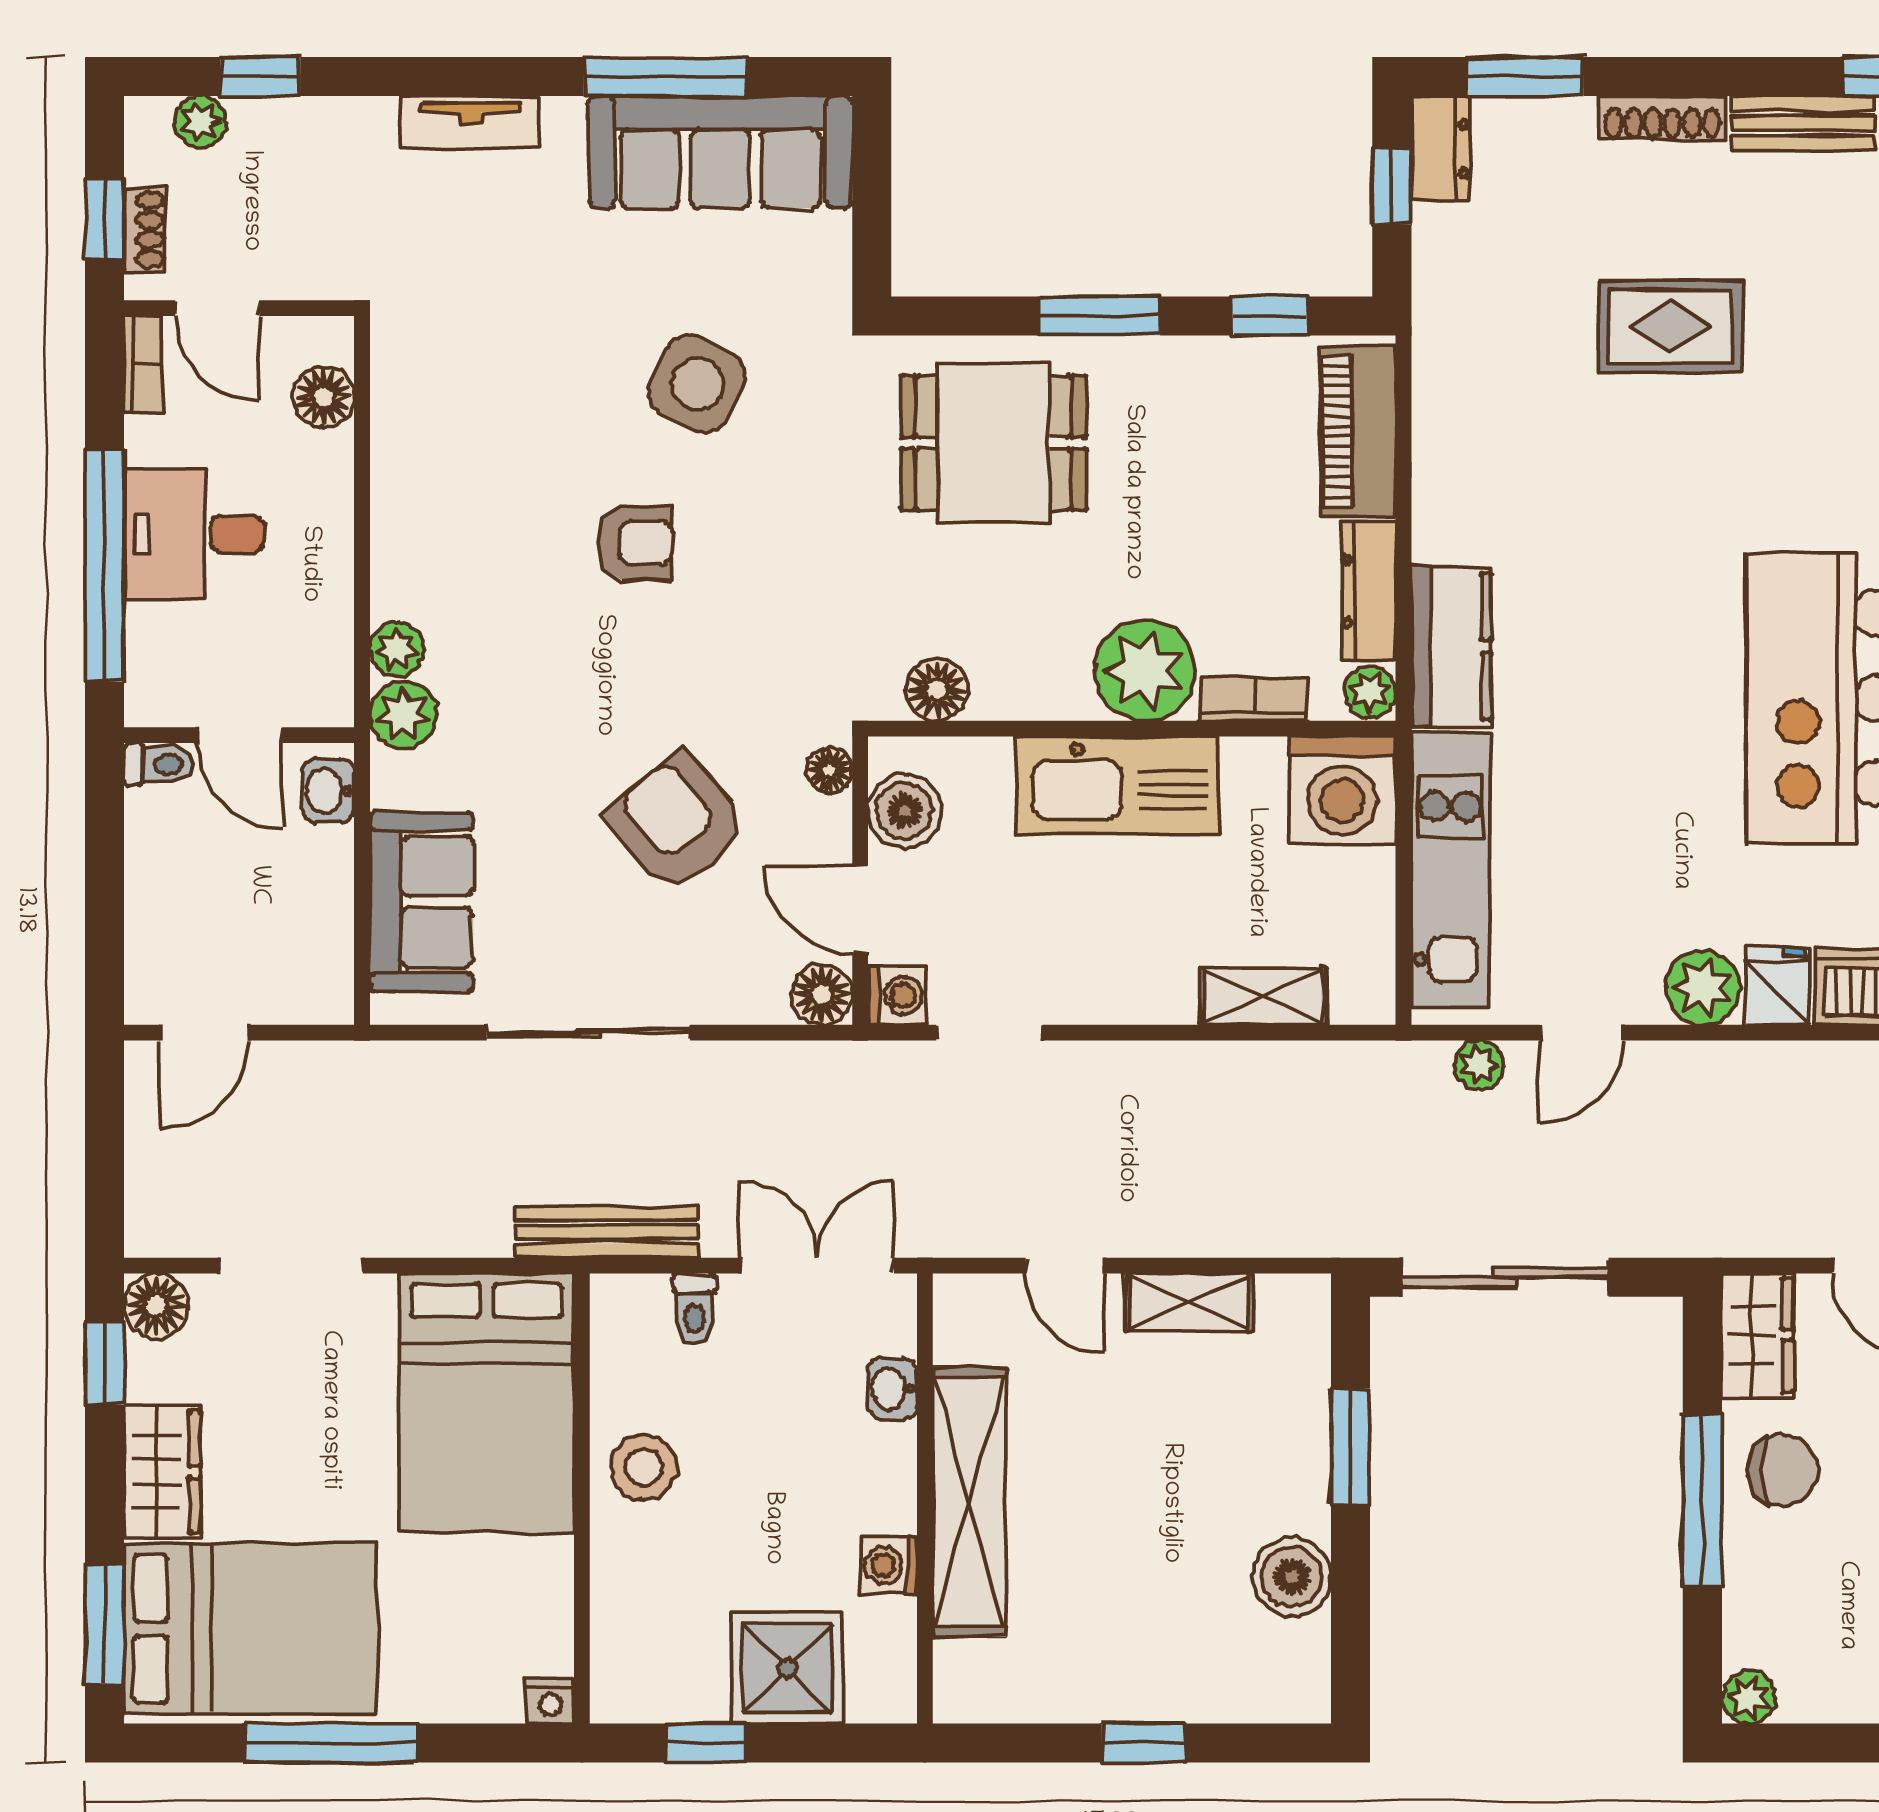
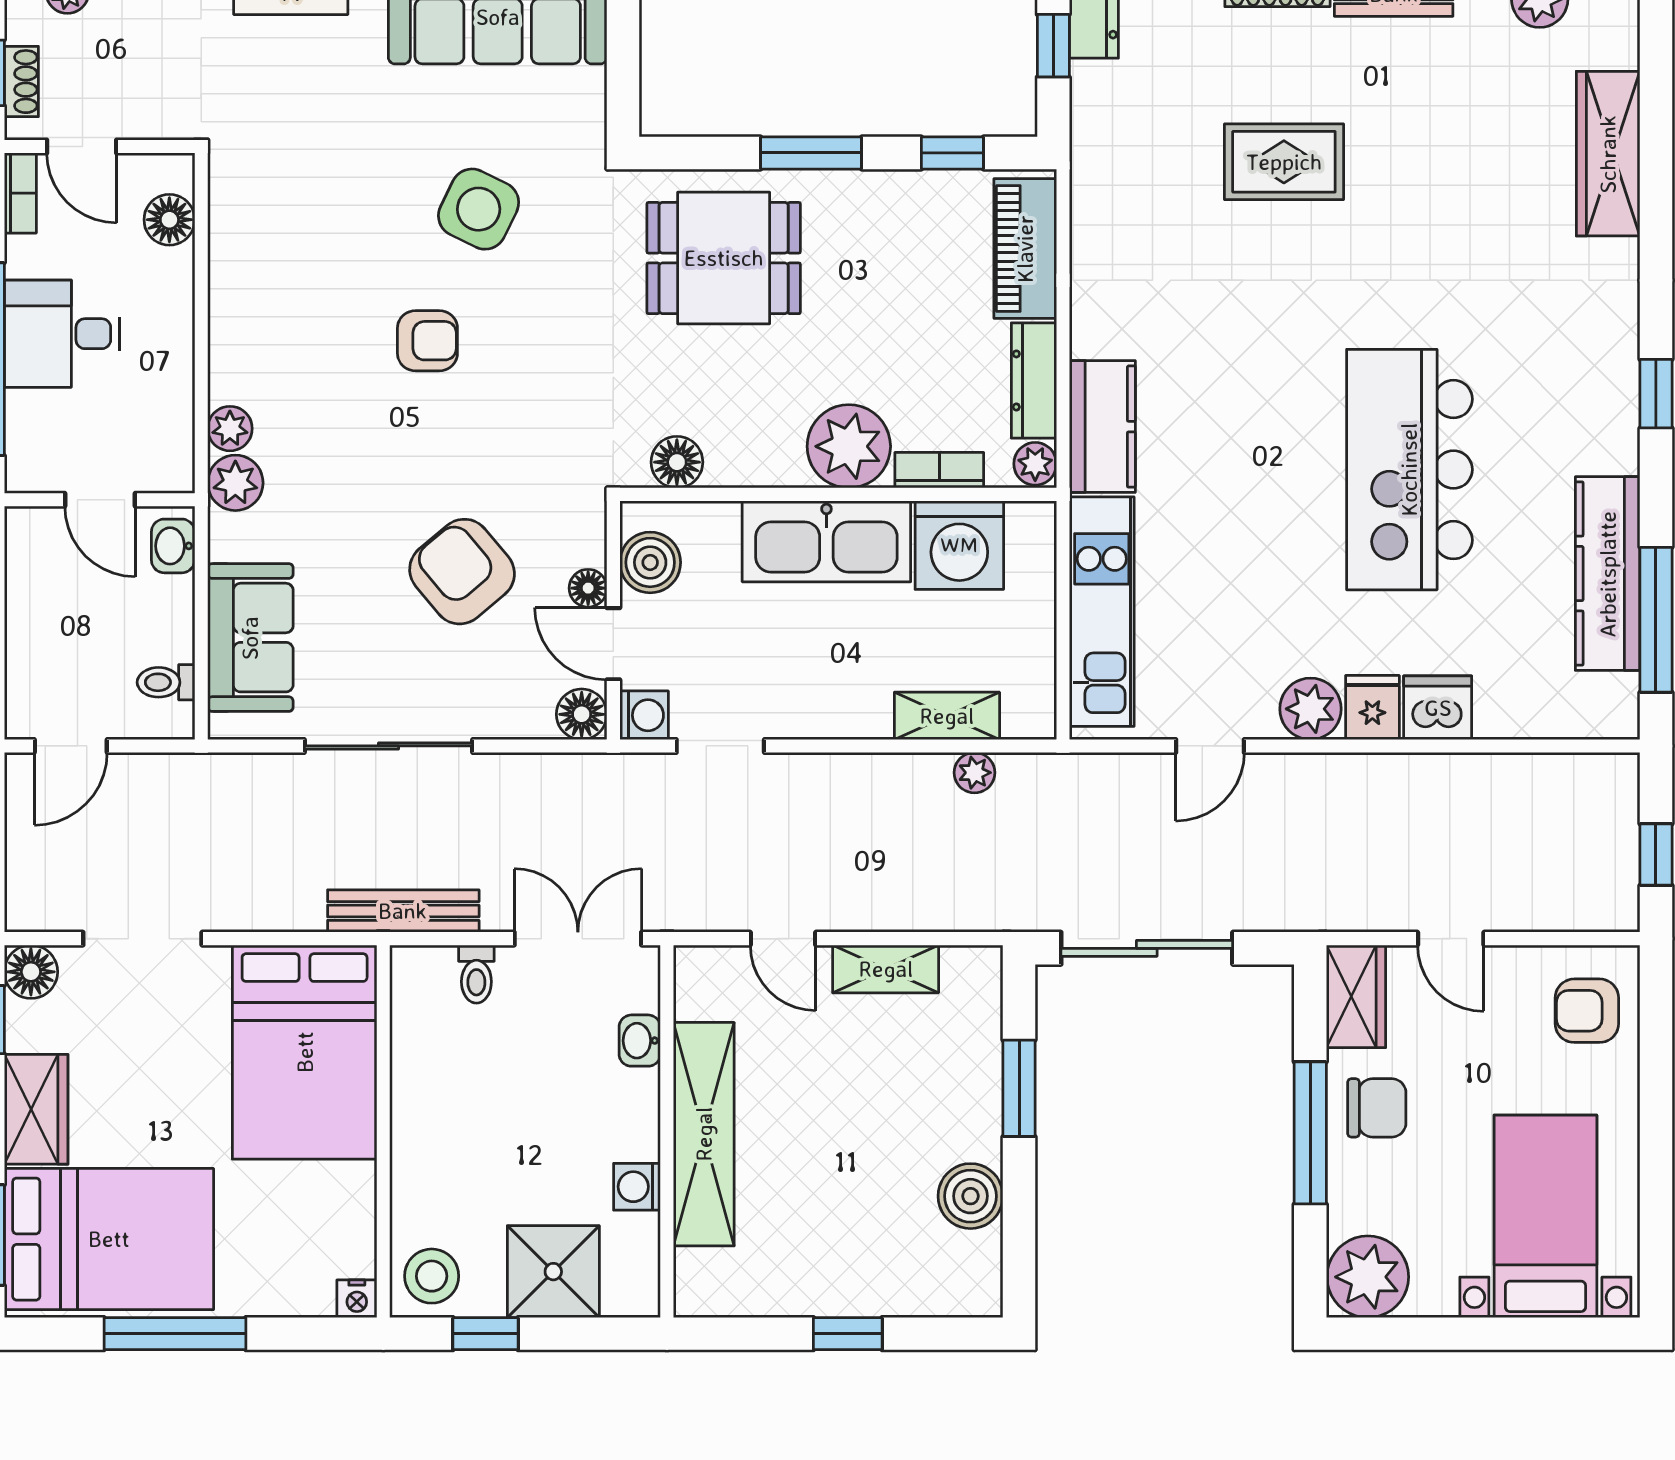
toilet: (159, 764) -> (166, 682), moved, turned 180
floor lamp: (830, 770) -> (588, 588), moved
washing machine: (1342, 790) -> (959, 545), moved
plant: (1479, 1065) -> (975, 773), moved
stool: (644, 1467) -> (432, 1276), moved
plant: (1749, 1697) -> (1368, 1277), width x1.88, depth x1.88

